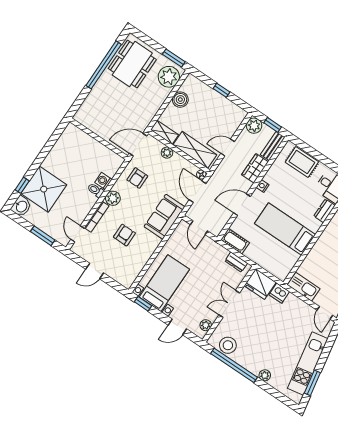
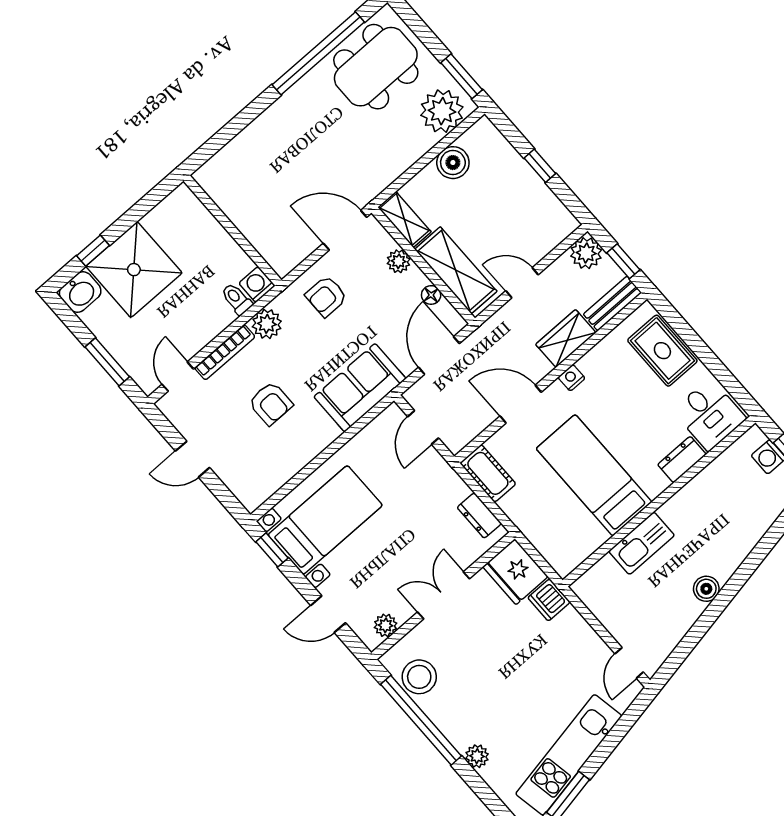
wall: (99, 139) -> (232, 230), moved
floor lamp: (201, 175) -> (431, 295), moved
armchair: (124, 235) -> (271, 403), turned 90
kitchen sink: (304, 287) -> (642, 543), moved, turned 90

